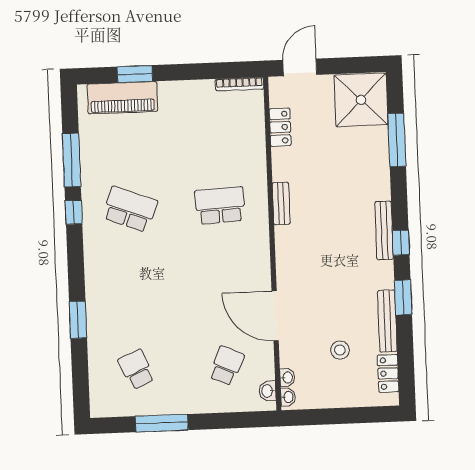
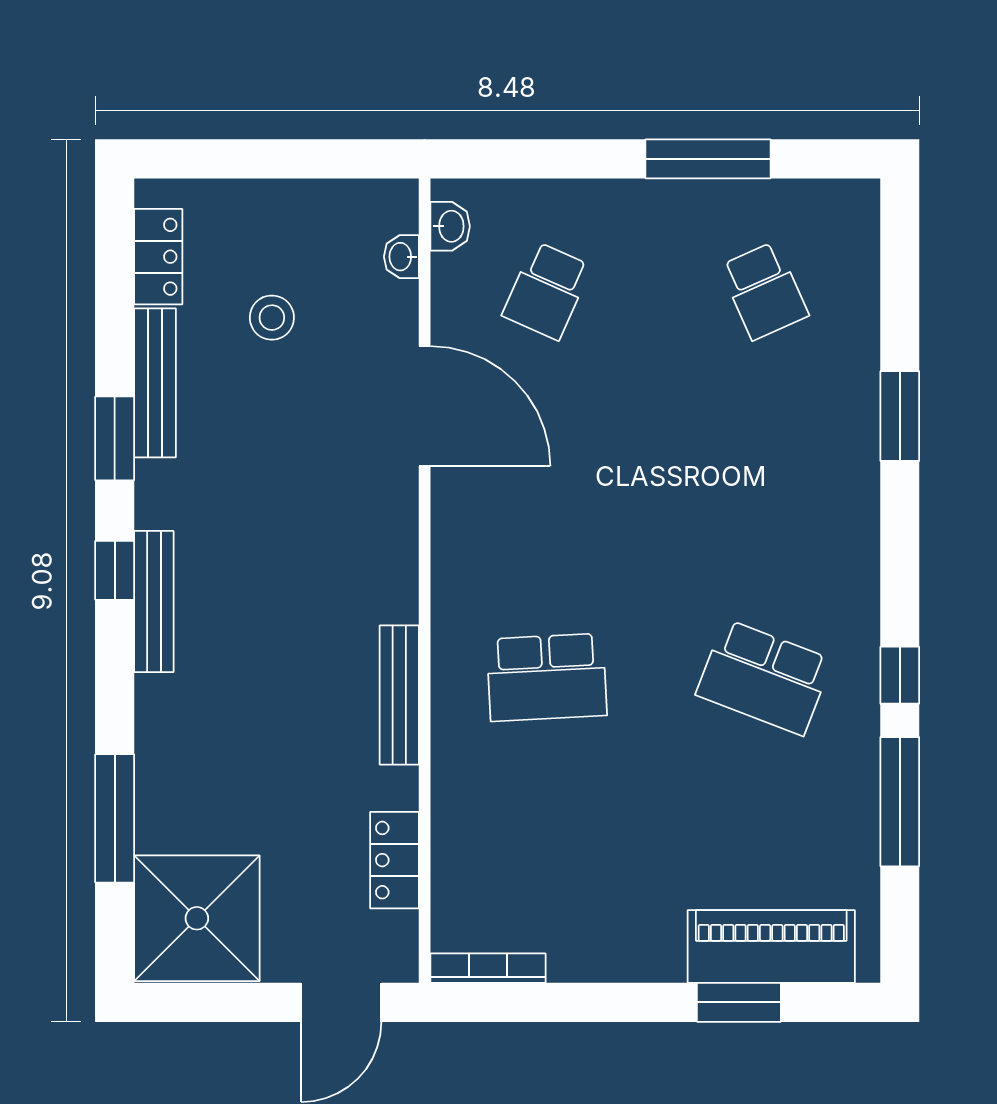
bench: (281, 203) -> (399, 695), width x1.36
washbasin: (288, 397) -> (401, 210), removed

